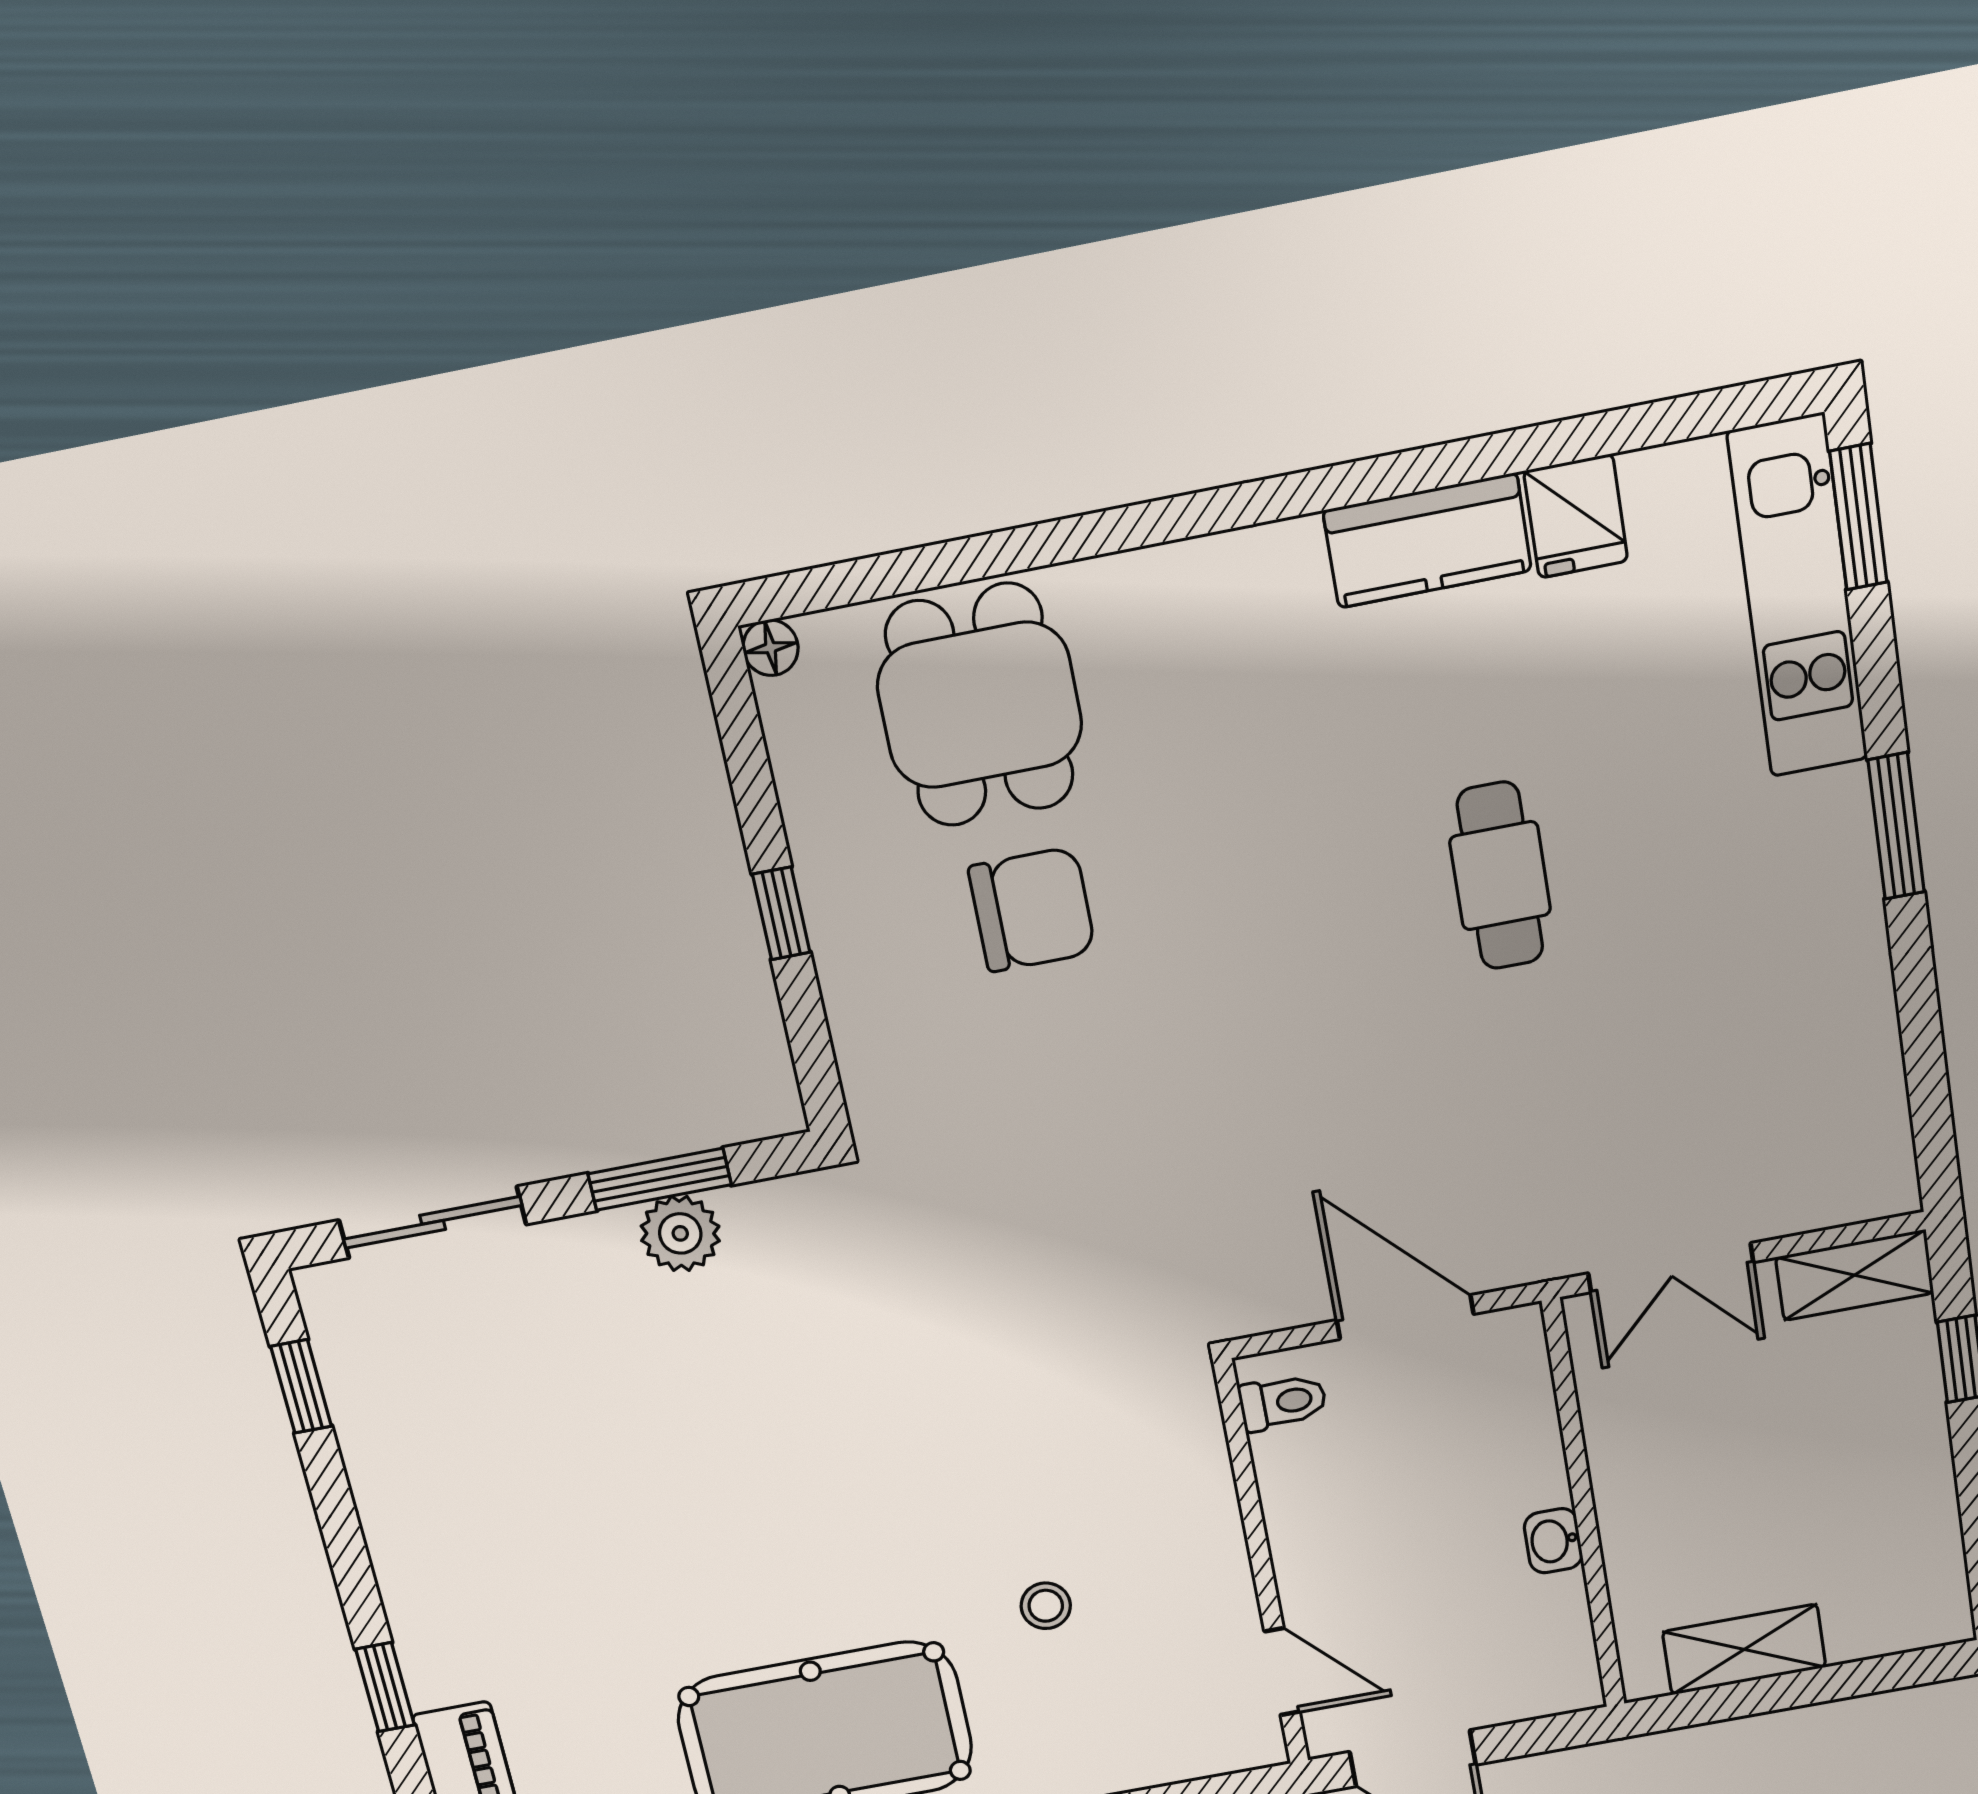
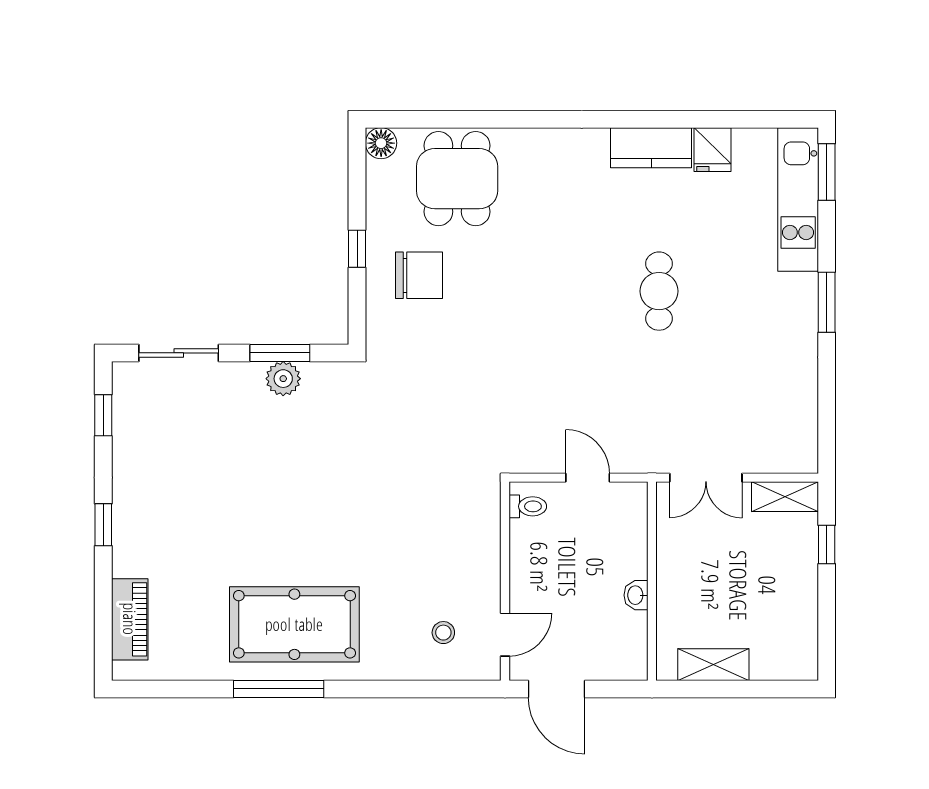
floor lamp: (771, 648) -> (381, 143), width x1.37, depth x1.37
chair: (1032, 910) -> (419, 275), moved
door: (1405, 1317) -> (588, 478), width x0.73
stool: (1046, 1606) -> (443, 633), moved
door: (1282, 1672) -> (505, 635), hinge flipped
window: (385, 1687) -> (103, 525), moved

